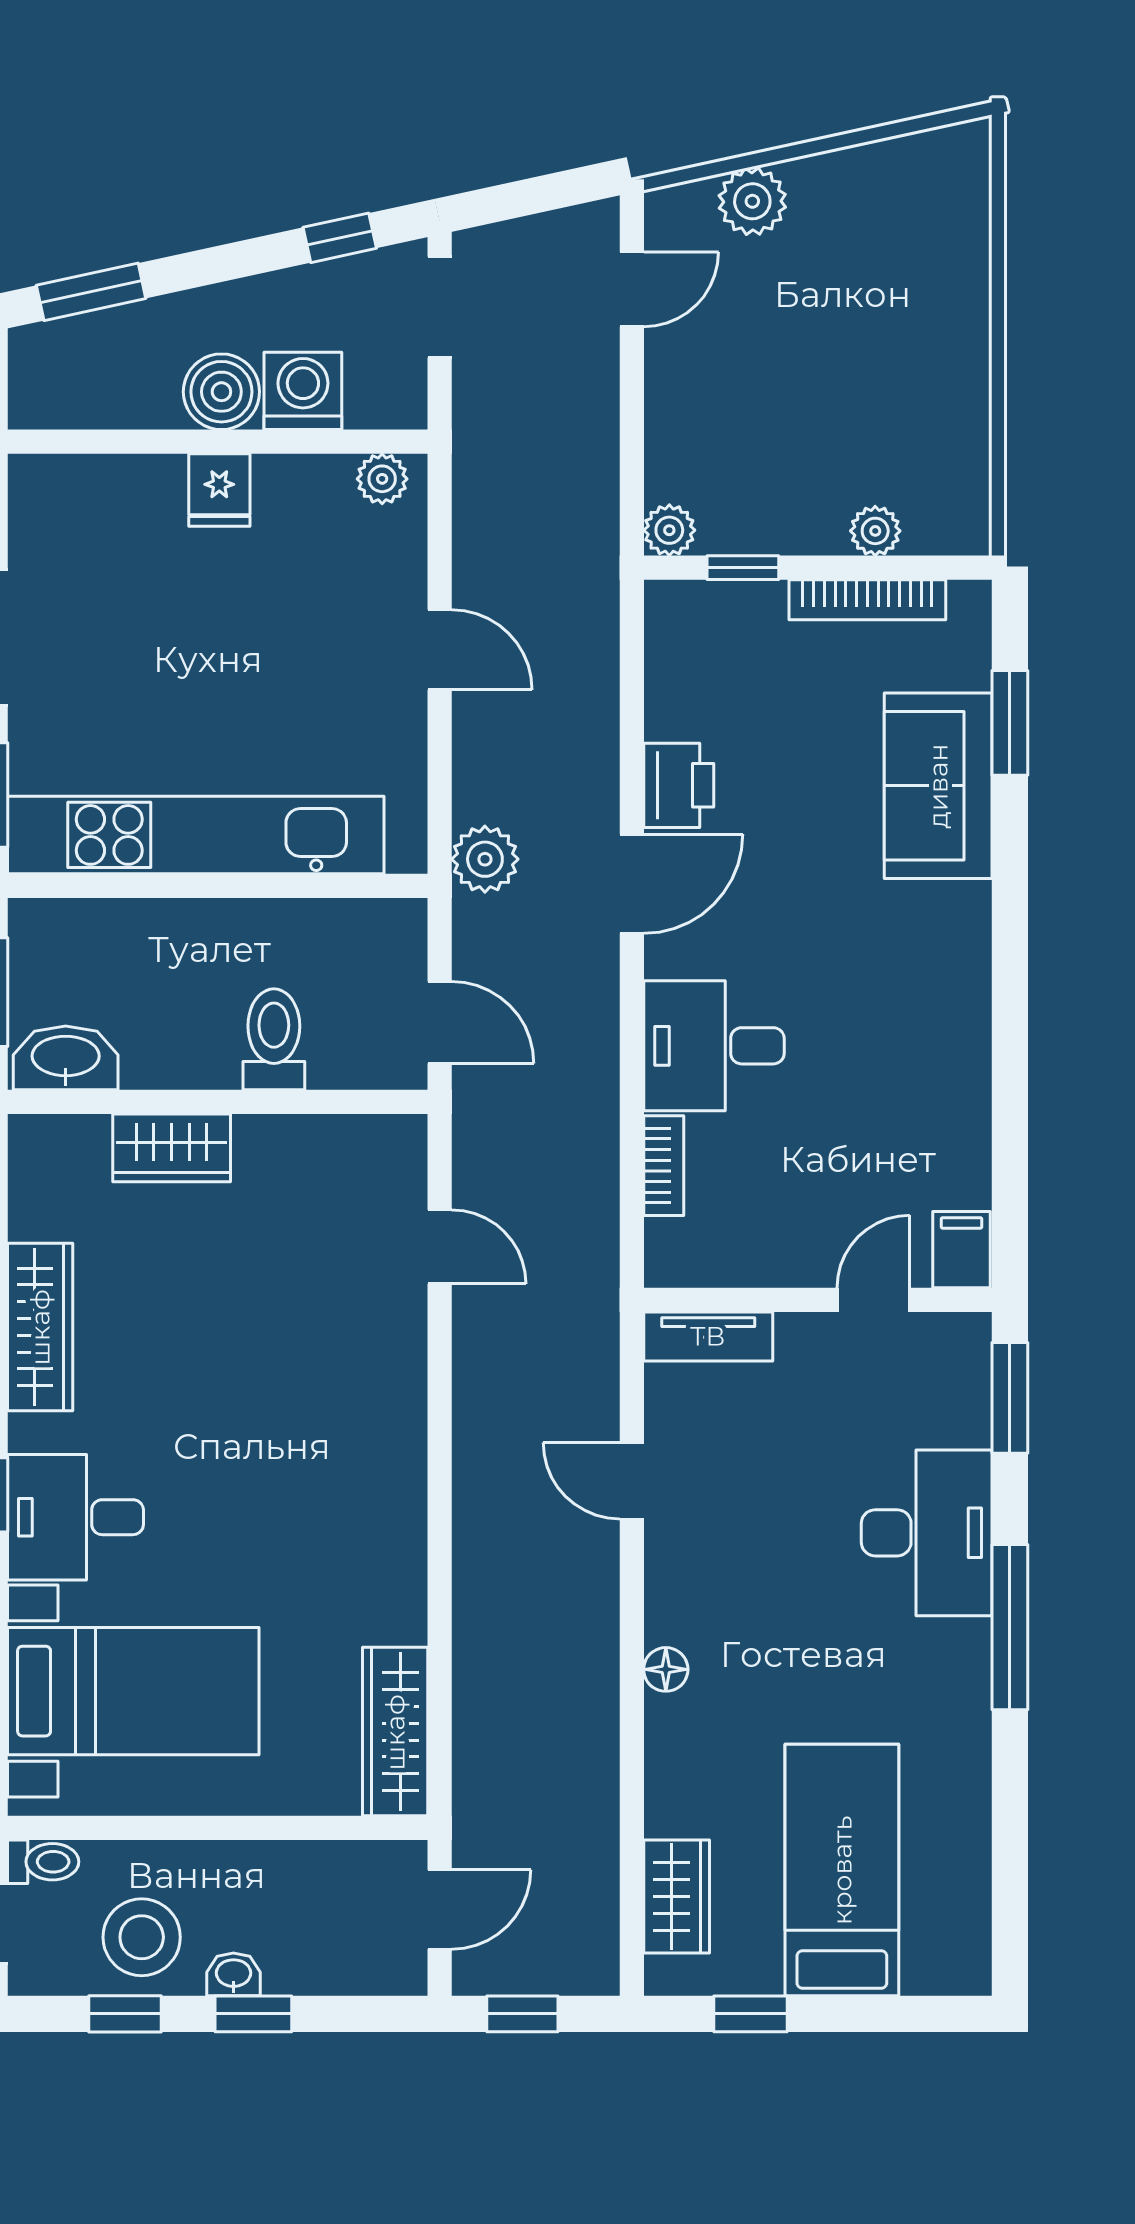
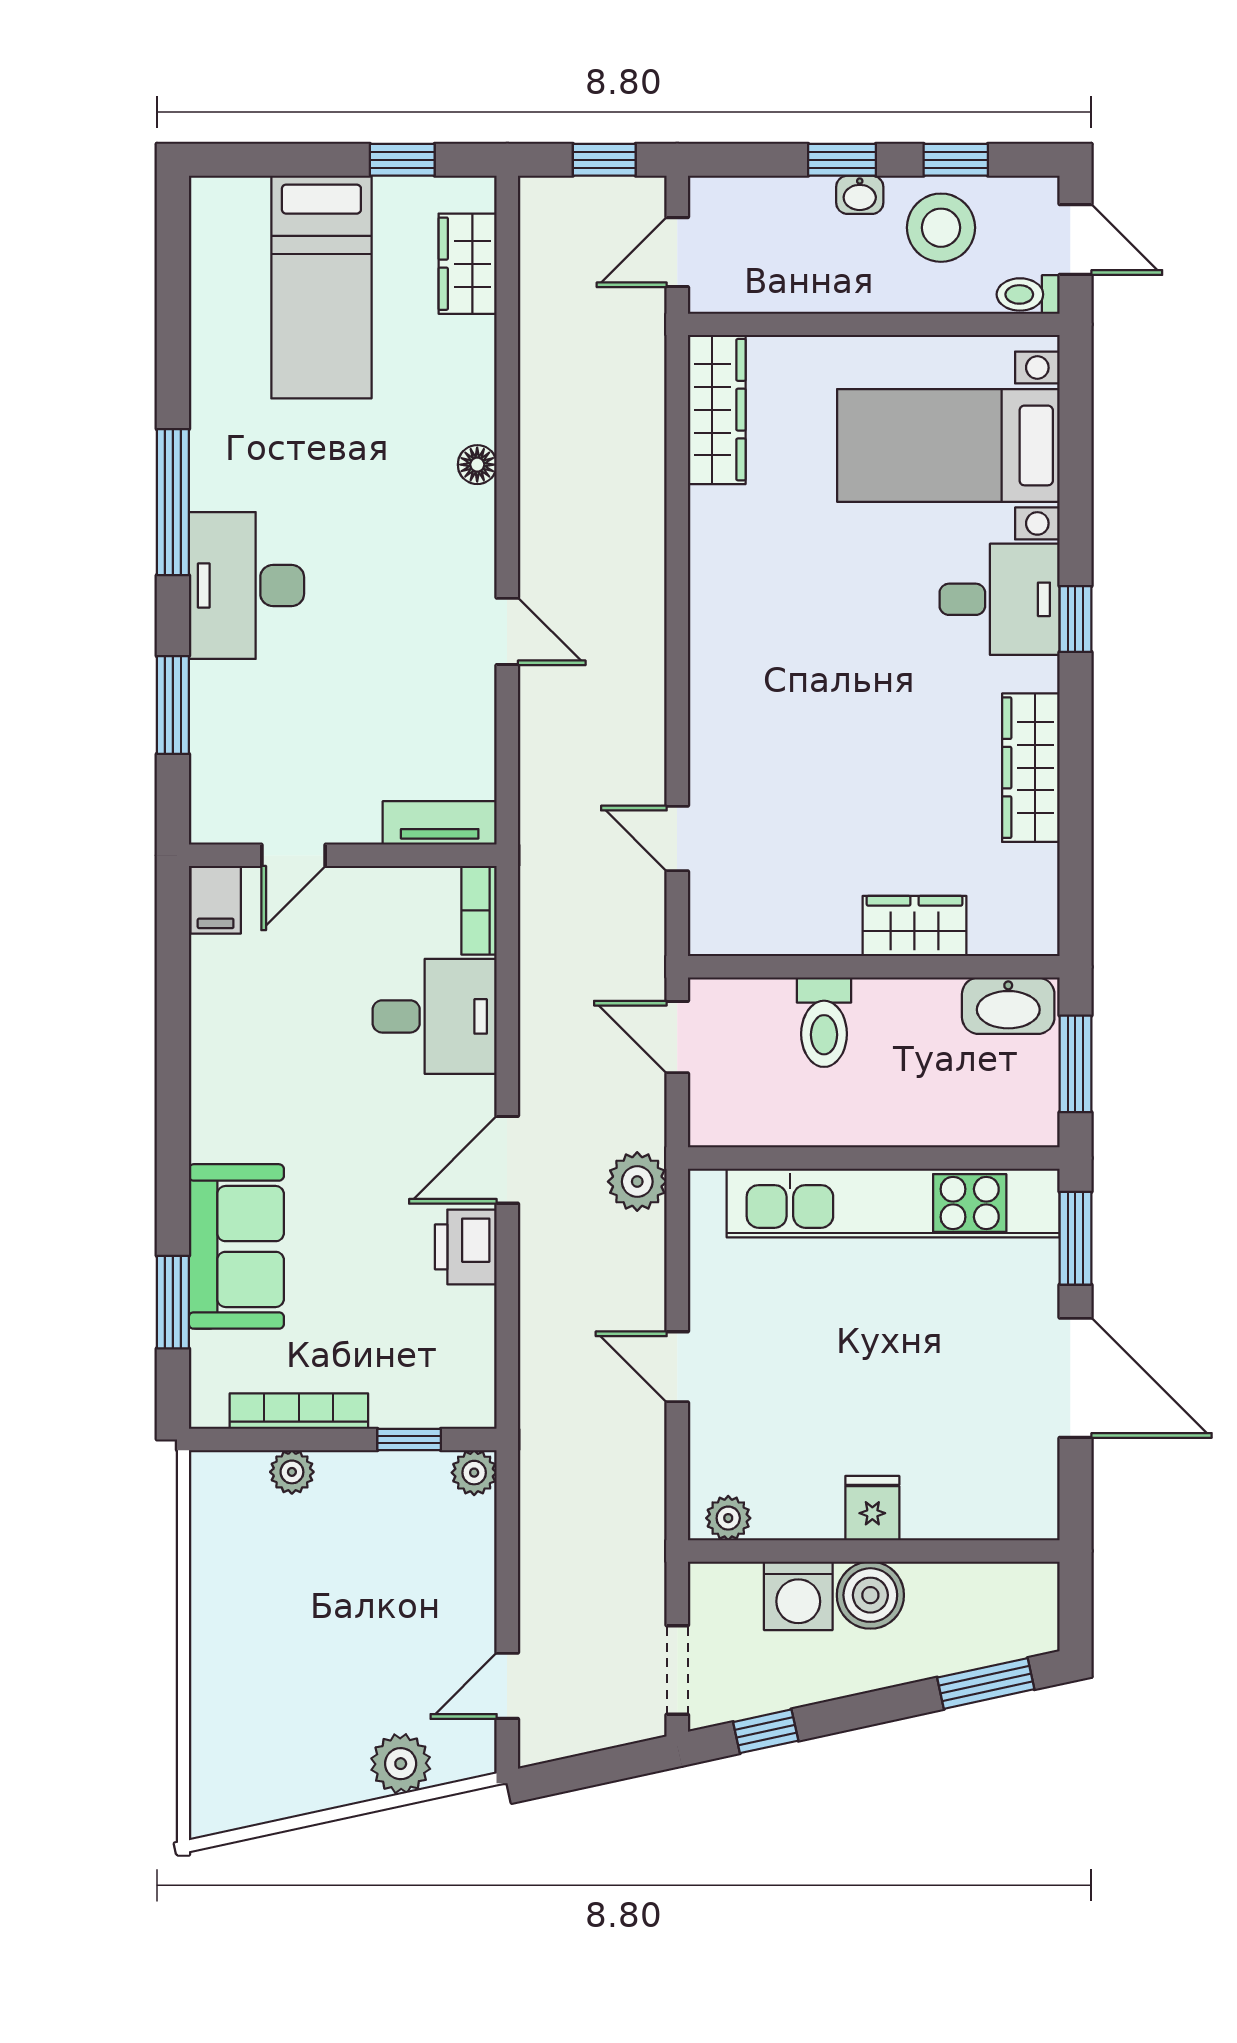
filing cabinet: (961, 1250) -> (216, 900), moved
wall: (818, 1300) -> (343, 855), moved
door: (873, 1300) -> (293, 855), moved
tv unit: (708, 1336) -> (440, 823), moved

